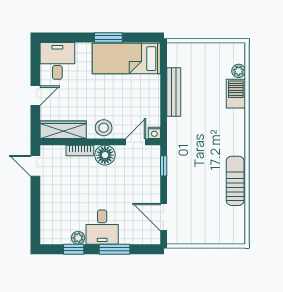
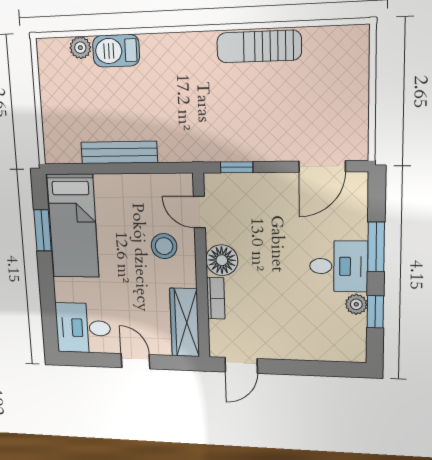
window: (108, 38) -> (43, 230), moved
stool: (104, 128) -> (164, 246), moved
nightstand: (154, 133) -> (184, 183), removed

